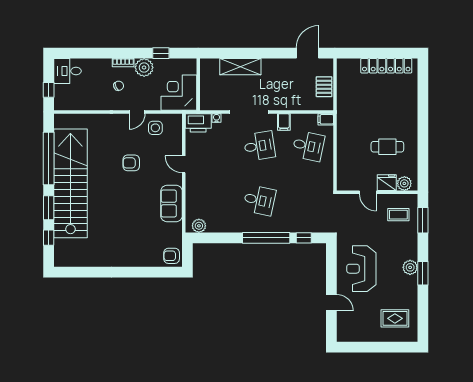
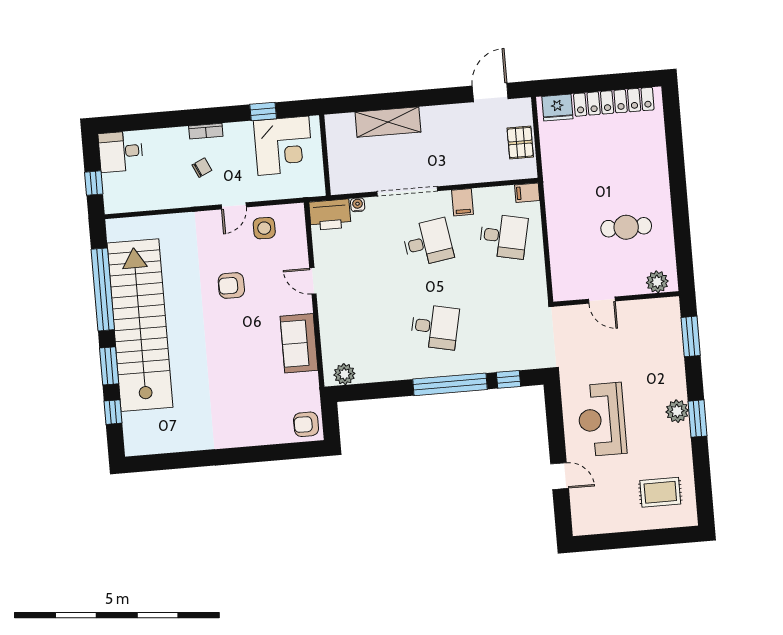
plant: (144, 68) -> (239, 136), removed
corner desk: (179, 93) -> (283, 146), moved, turned 180
fridge: (387, 183) -> (557, 108), moved, turned 180
coffee table: (398, 215) -> (652, 331), removed

